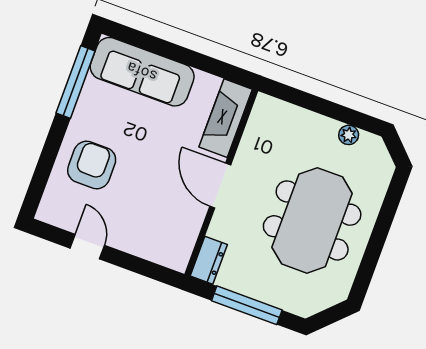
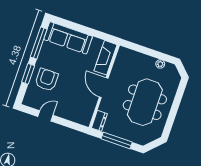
window: (50, 151) -> (28, 74), added
door: (87, 247) -> (45, 116), hinge flipped

